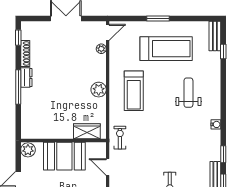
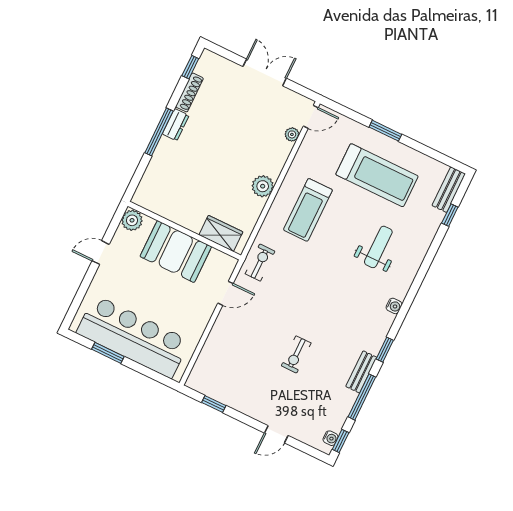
door: (108, 167) -> (225, 293), swing flipped

